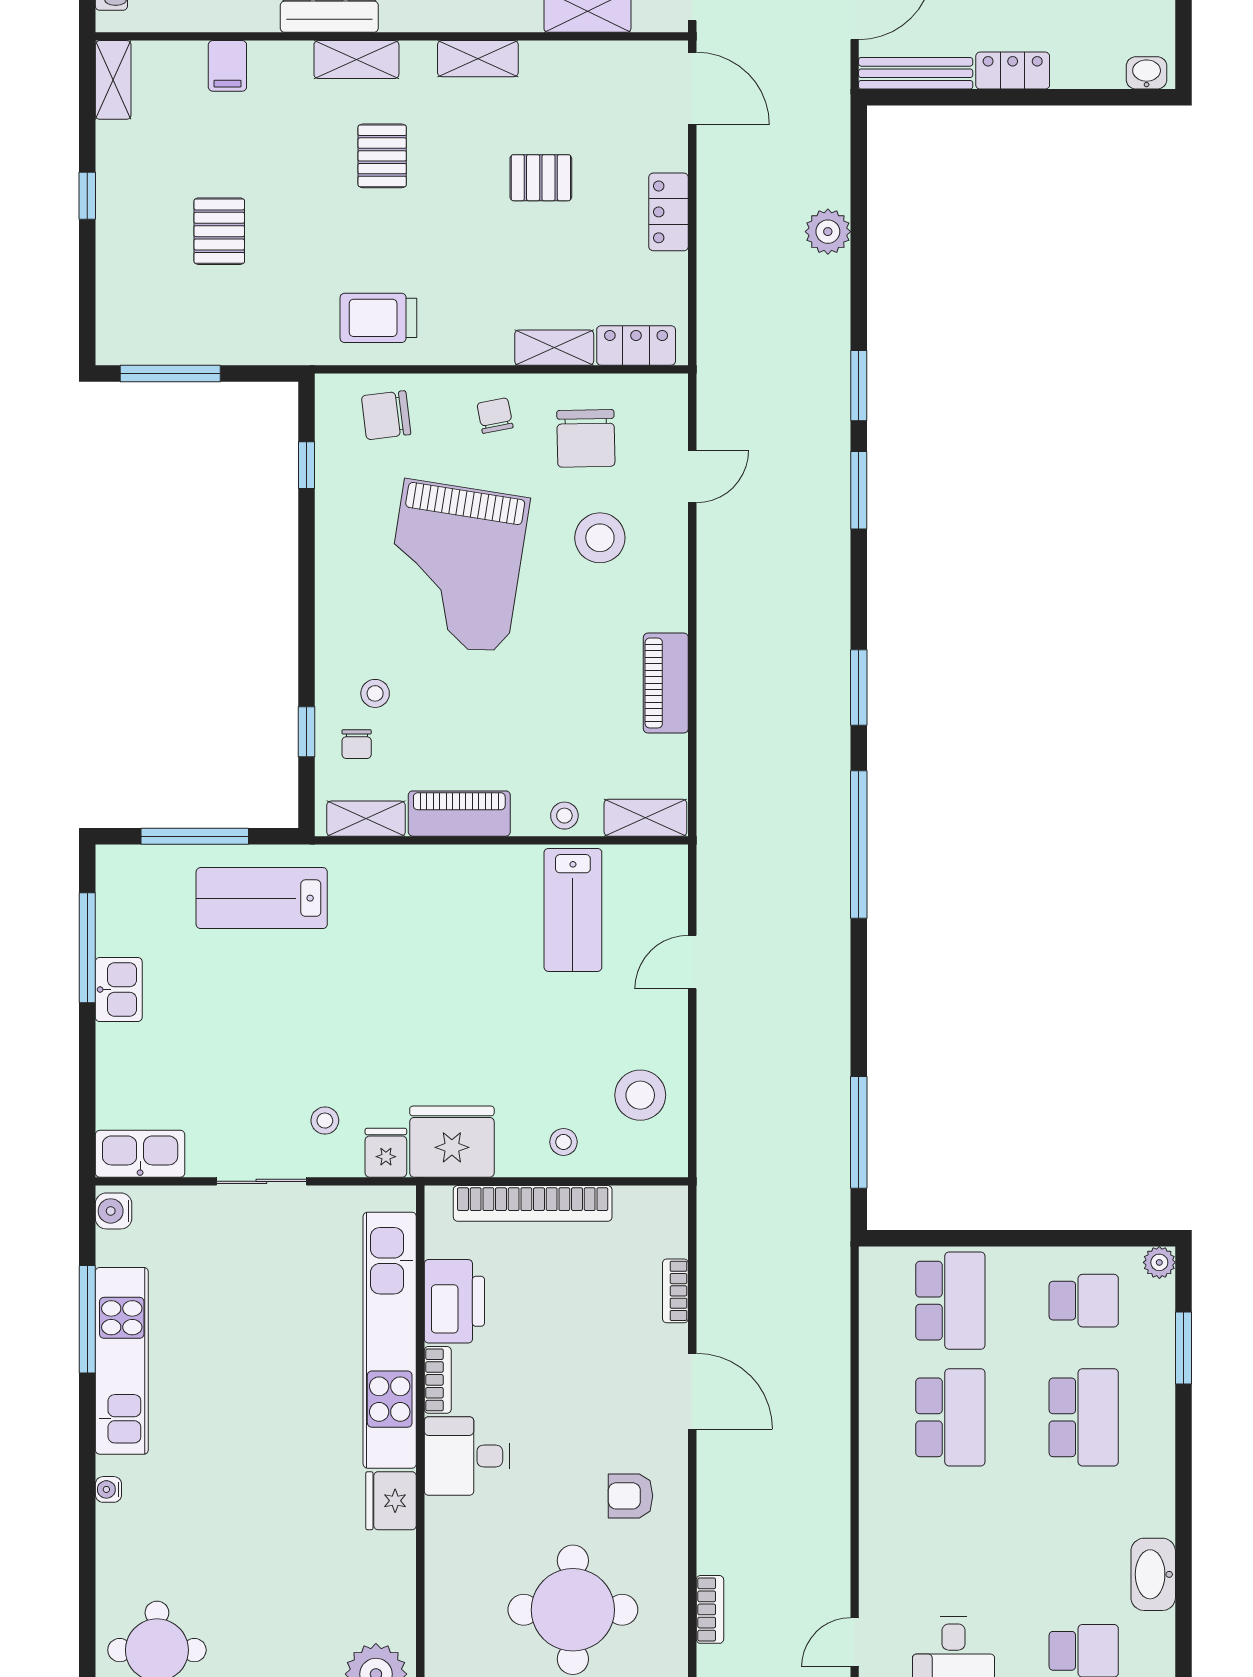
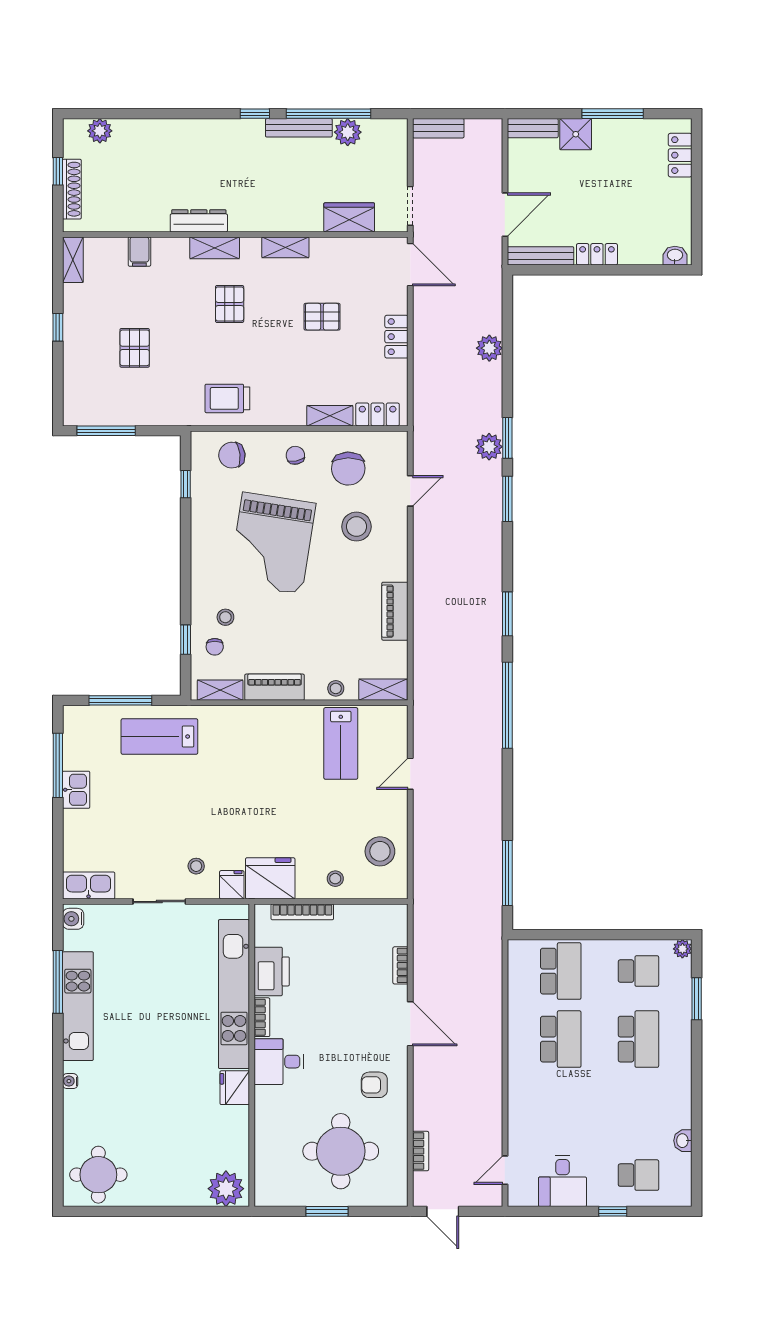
plant: (827, 401) -> (489, 447), added
bookcase: (533, 1203) -> (302, 912), width x0.68, depth x0.76
washbasin: (1153, 1574) -> (683, 1141), width x0.52, depth x0.69

